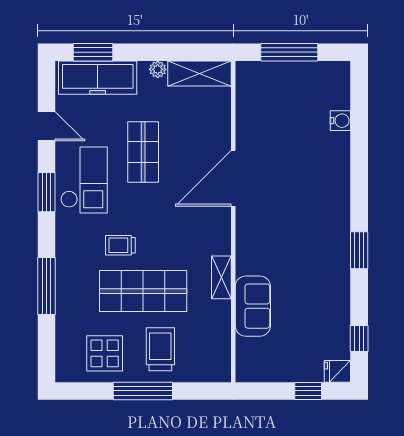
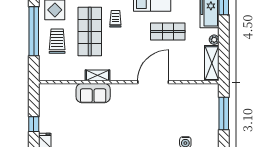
door: (233, 178) -> (153, 82), hinge flipped
sofa: (253, 306) -> (93, 93), moved
trolley: (160, 349) -> (57, 41), turned -90
window: (143, 391) -> (34, 31), width x1.46

